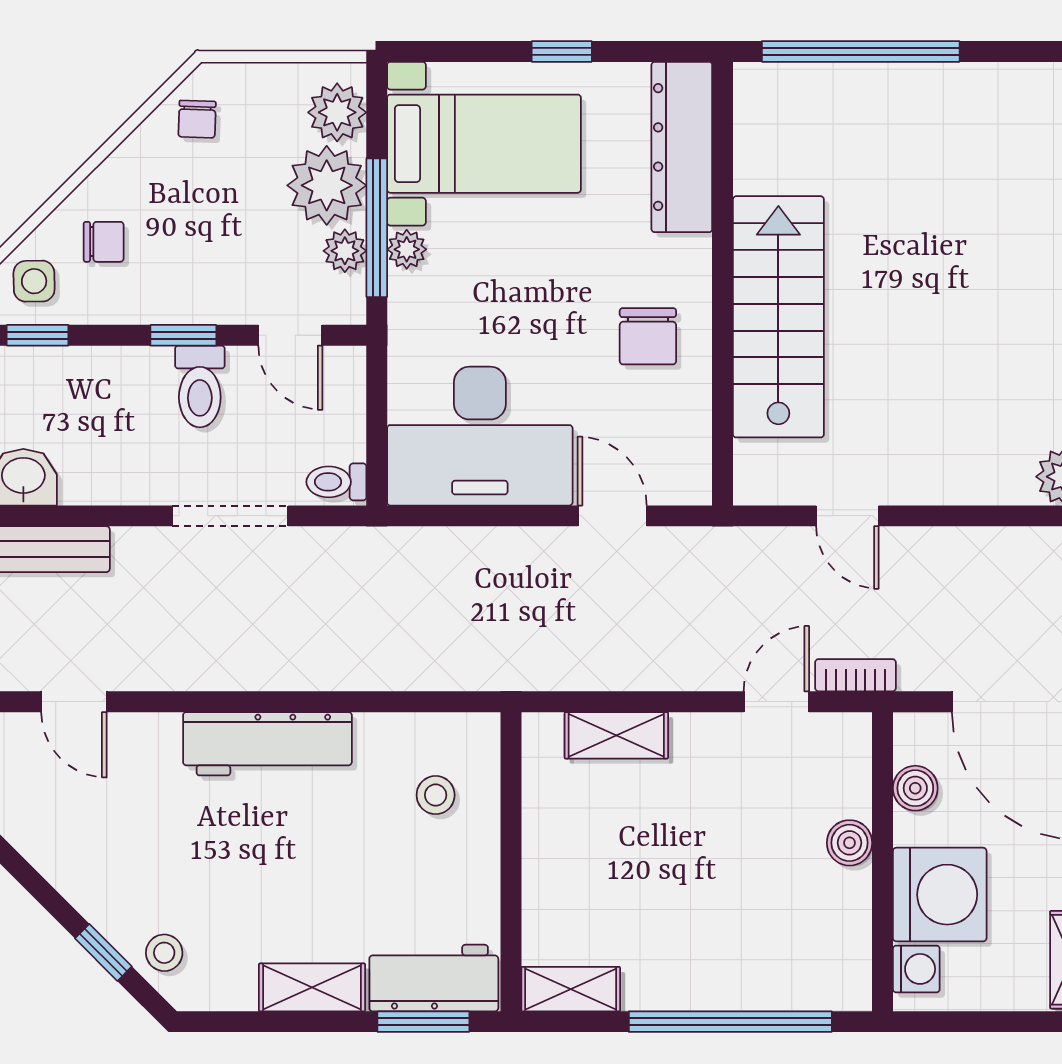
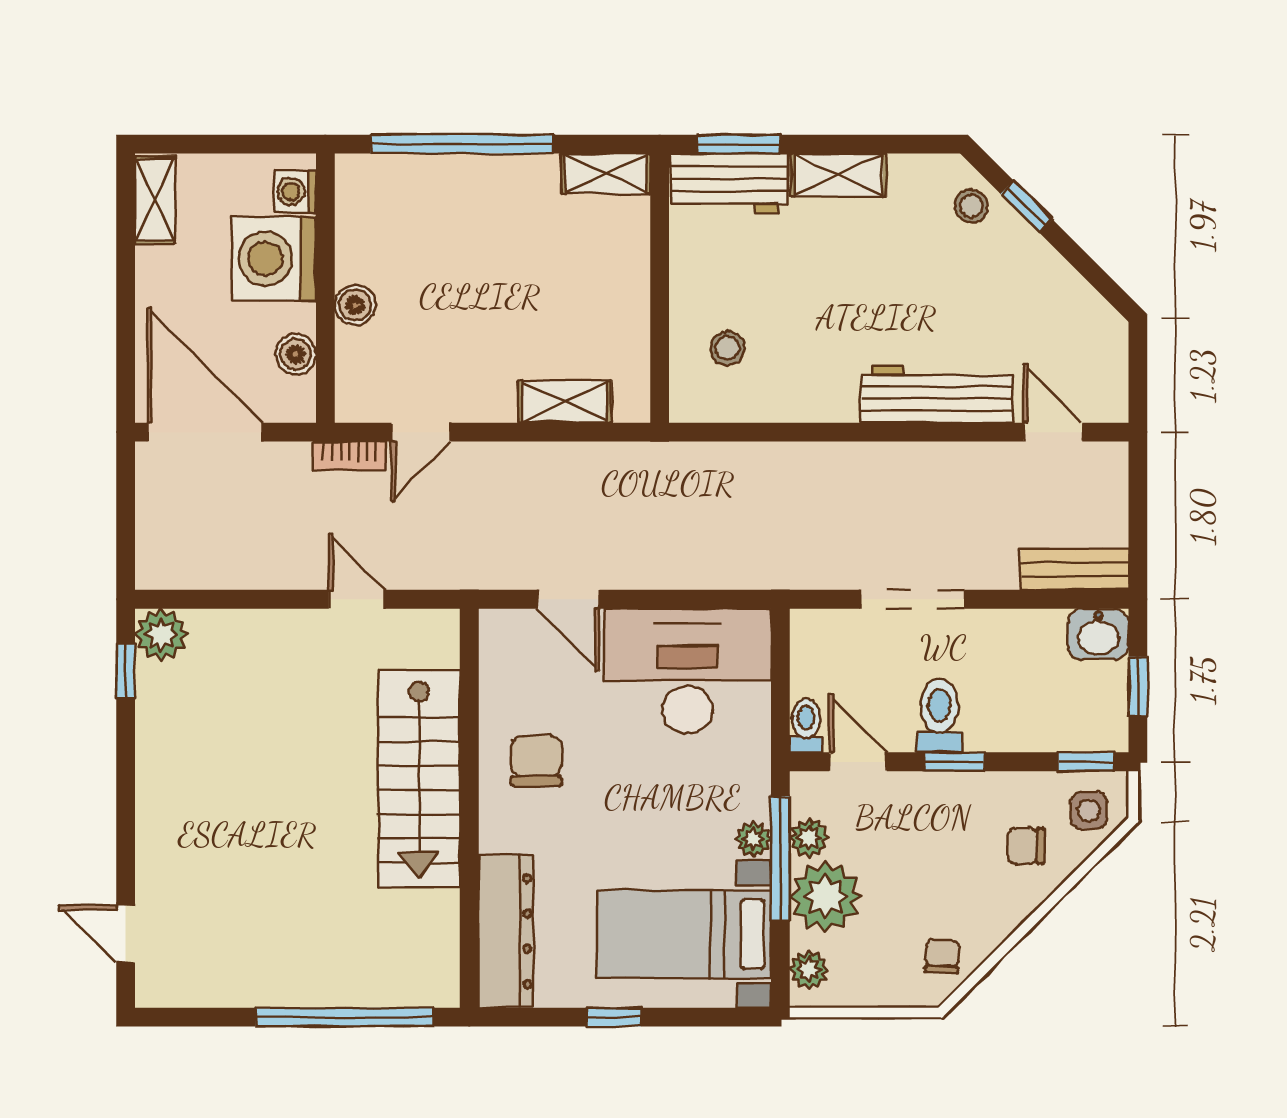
plant: (337, 112) -> (809, 970), width x0.73, depth x0.73
toilet: (336, 482) -> (806, 725), moved, turned -90
workbench: (267, 744) -> (937, 394), moved

